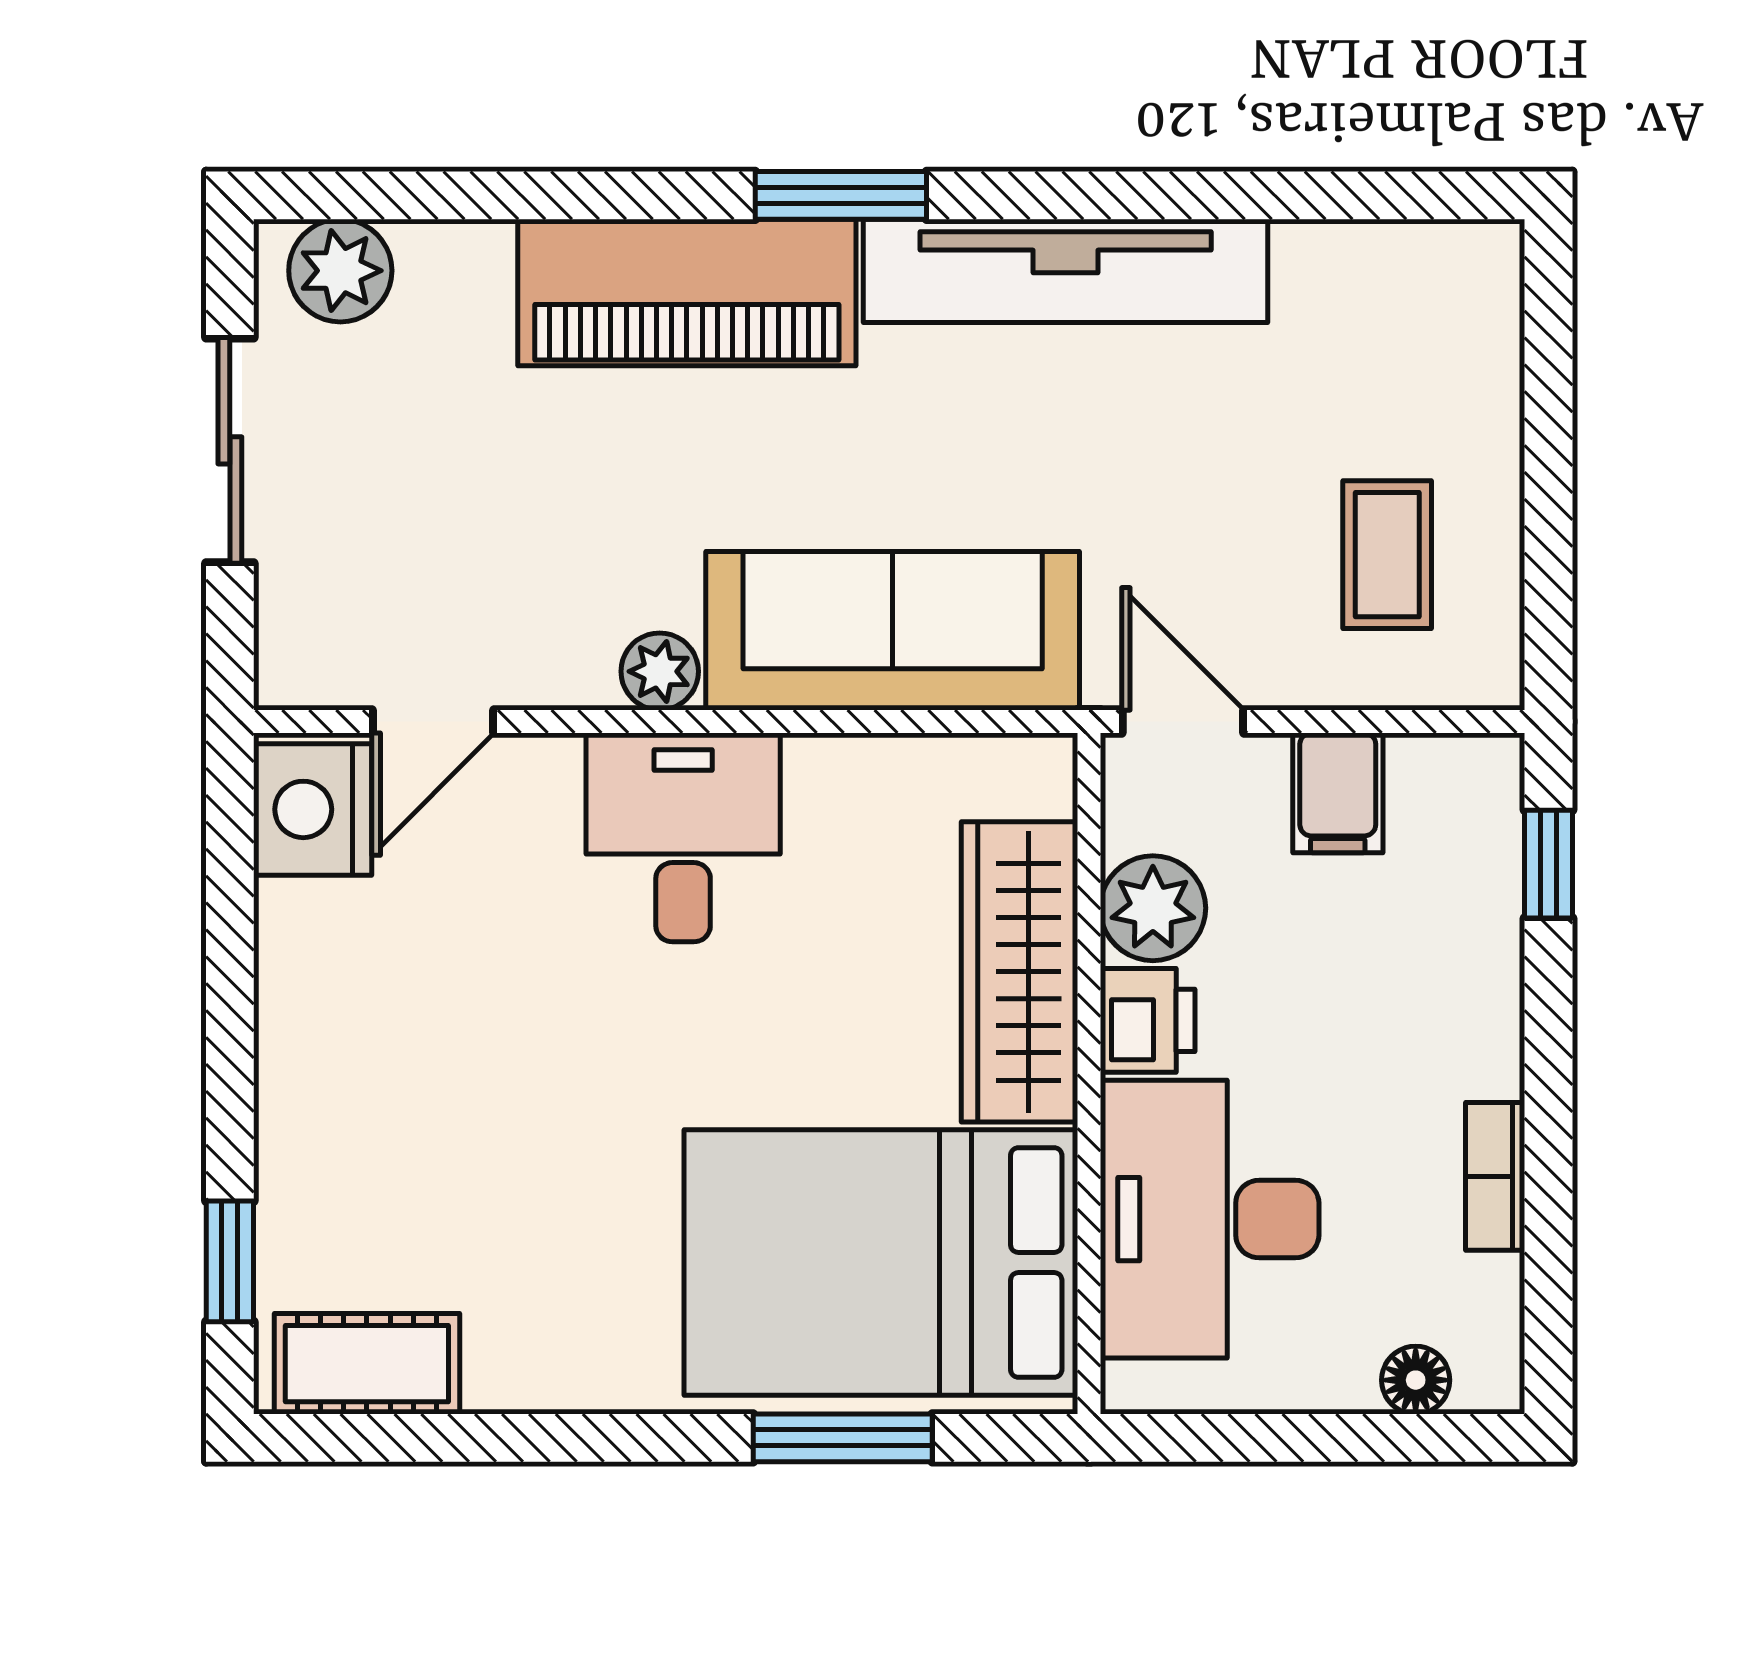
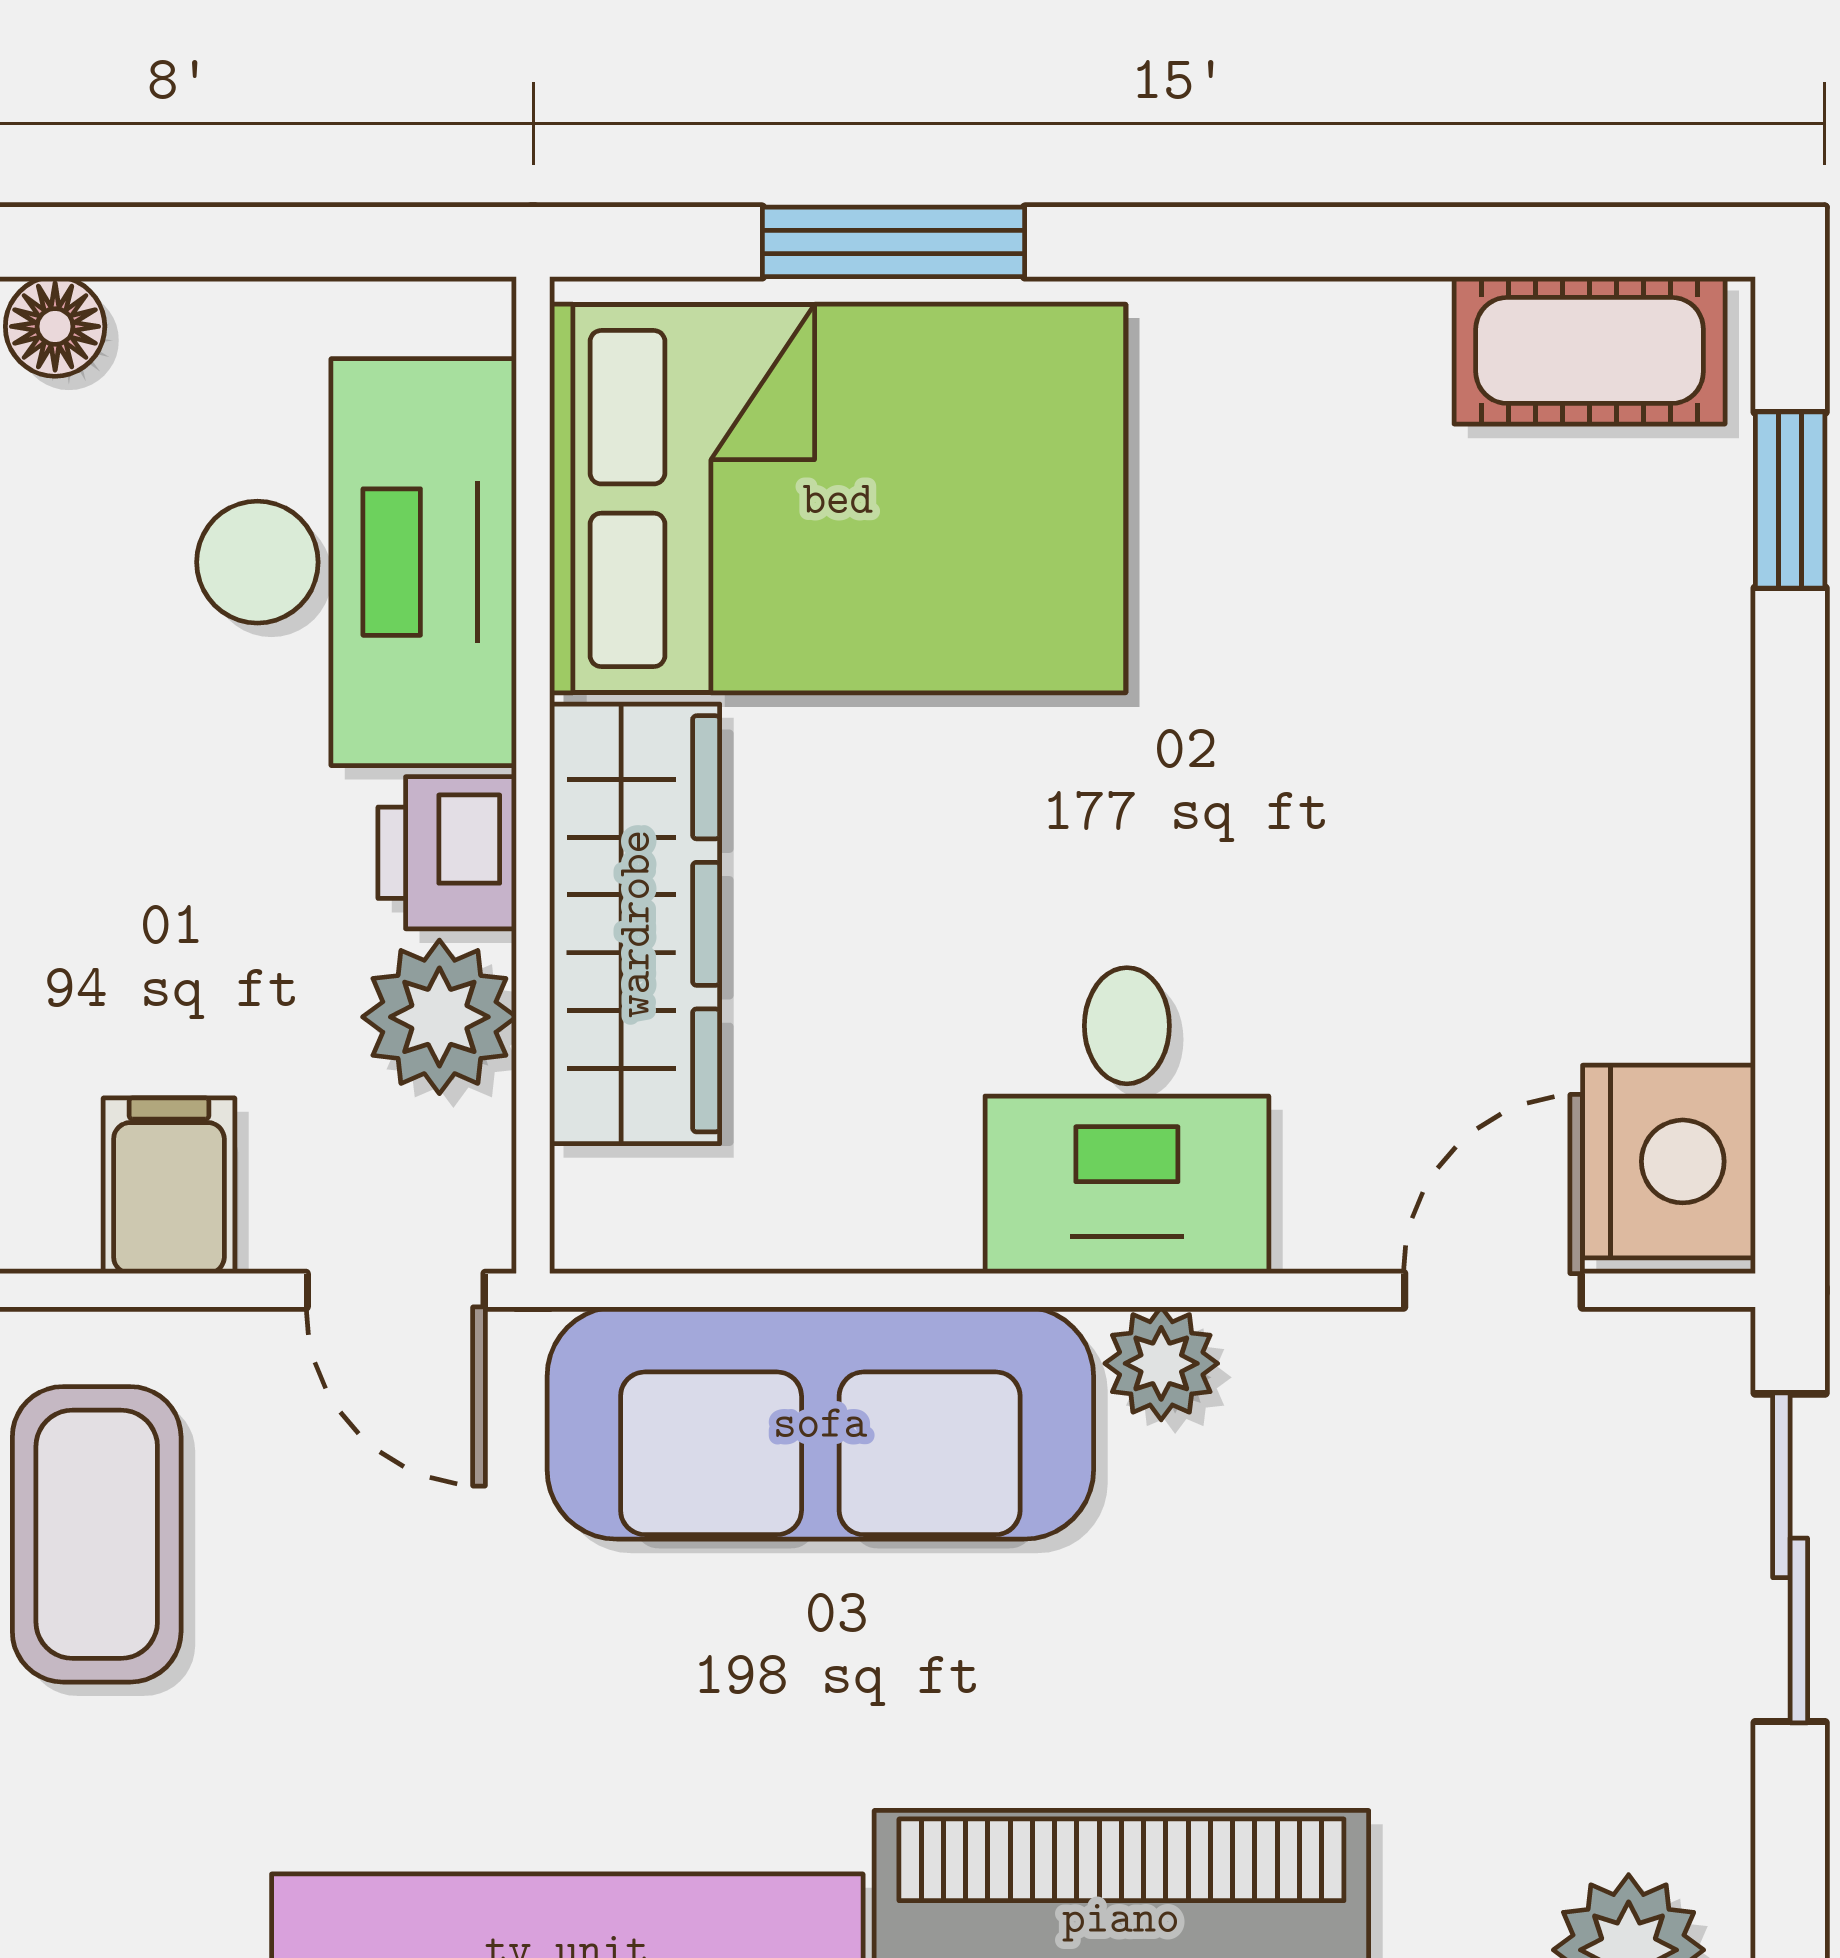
sliding door: (230, 450) -> (1790, 1558), moved
coffee table: (1387, 555) -> (97, 1534), width x1.36, depth x1.30

